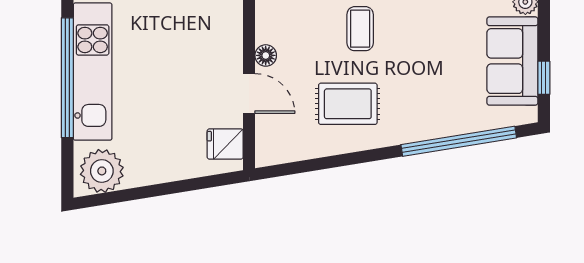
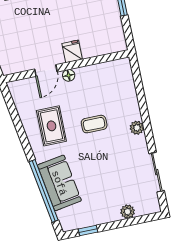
sofa: (512, 61) -> (59, 183), moved, turned 81
fridge: (225, 144) -> (72, 51), moved

